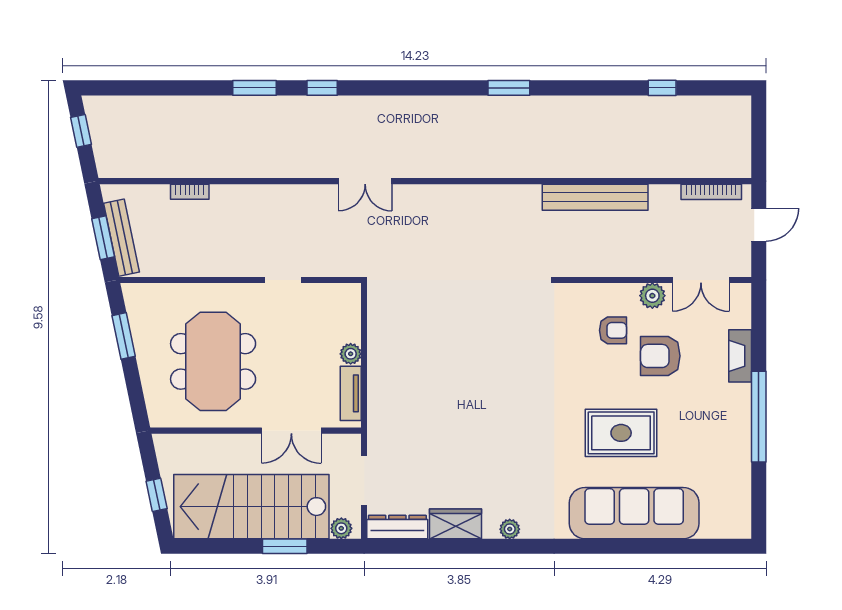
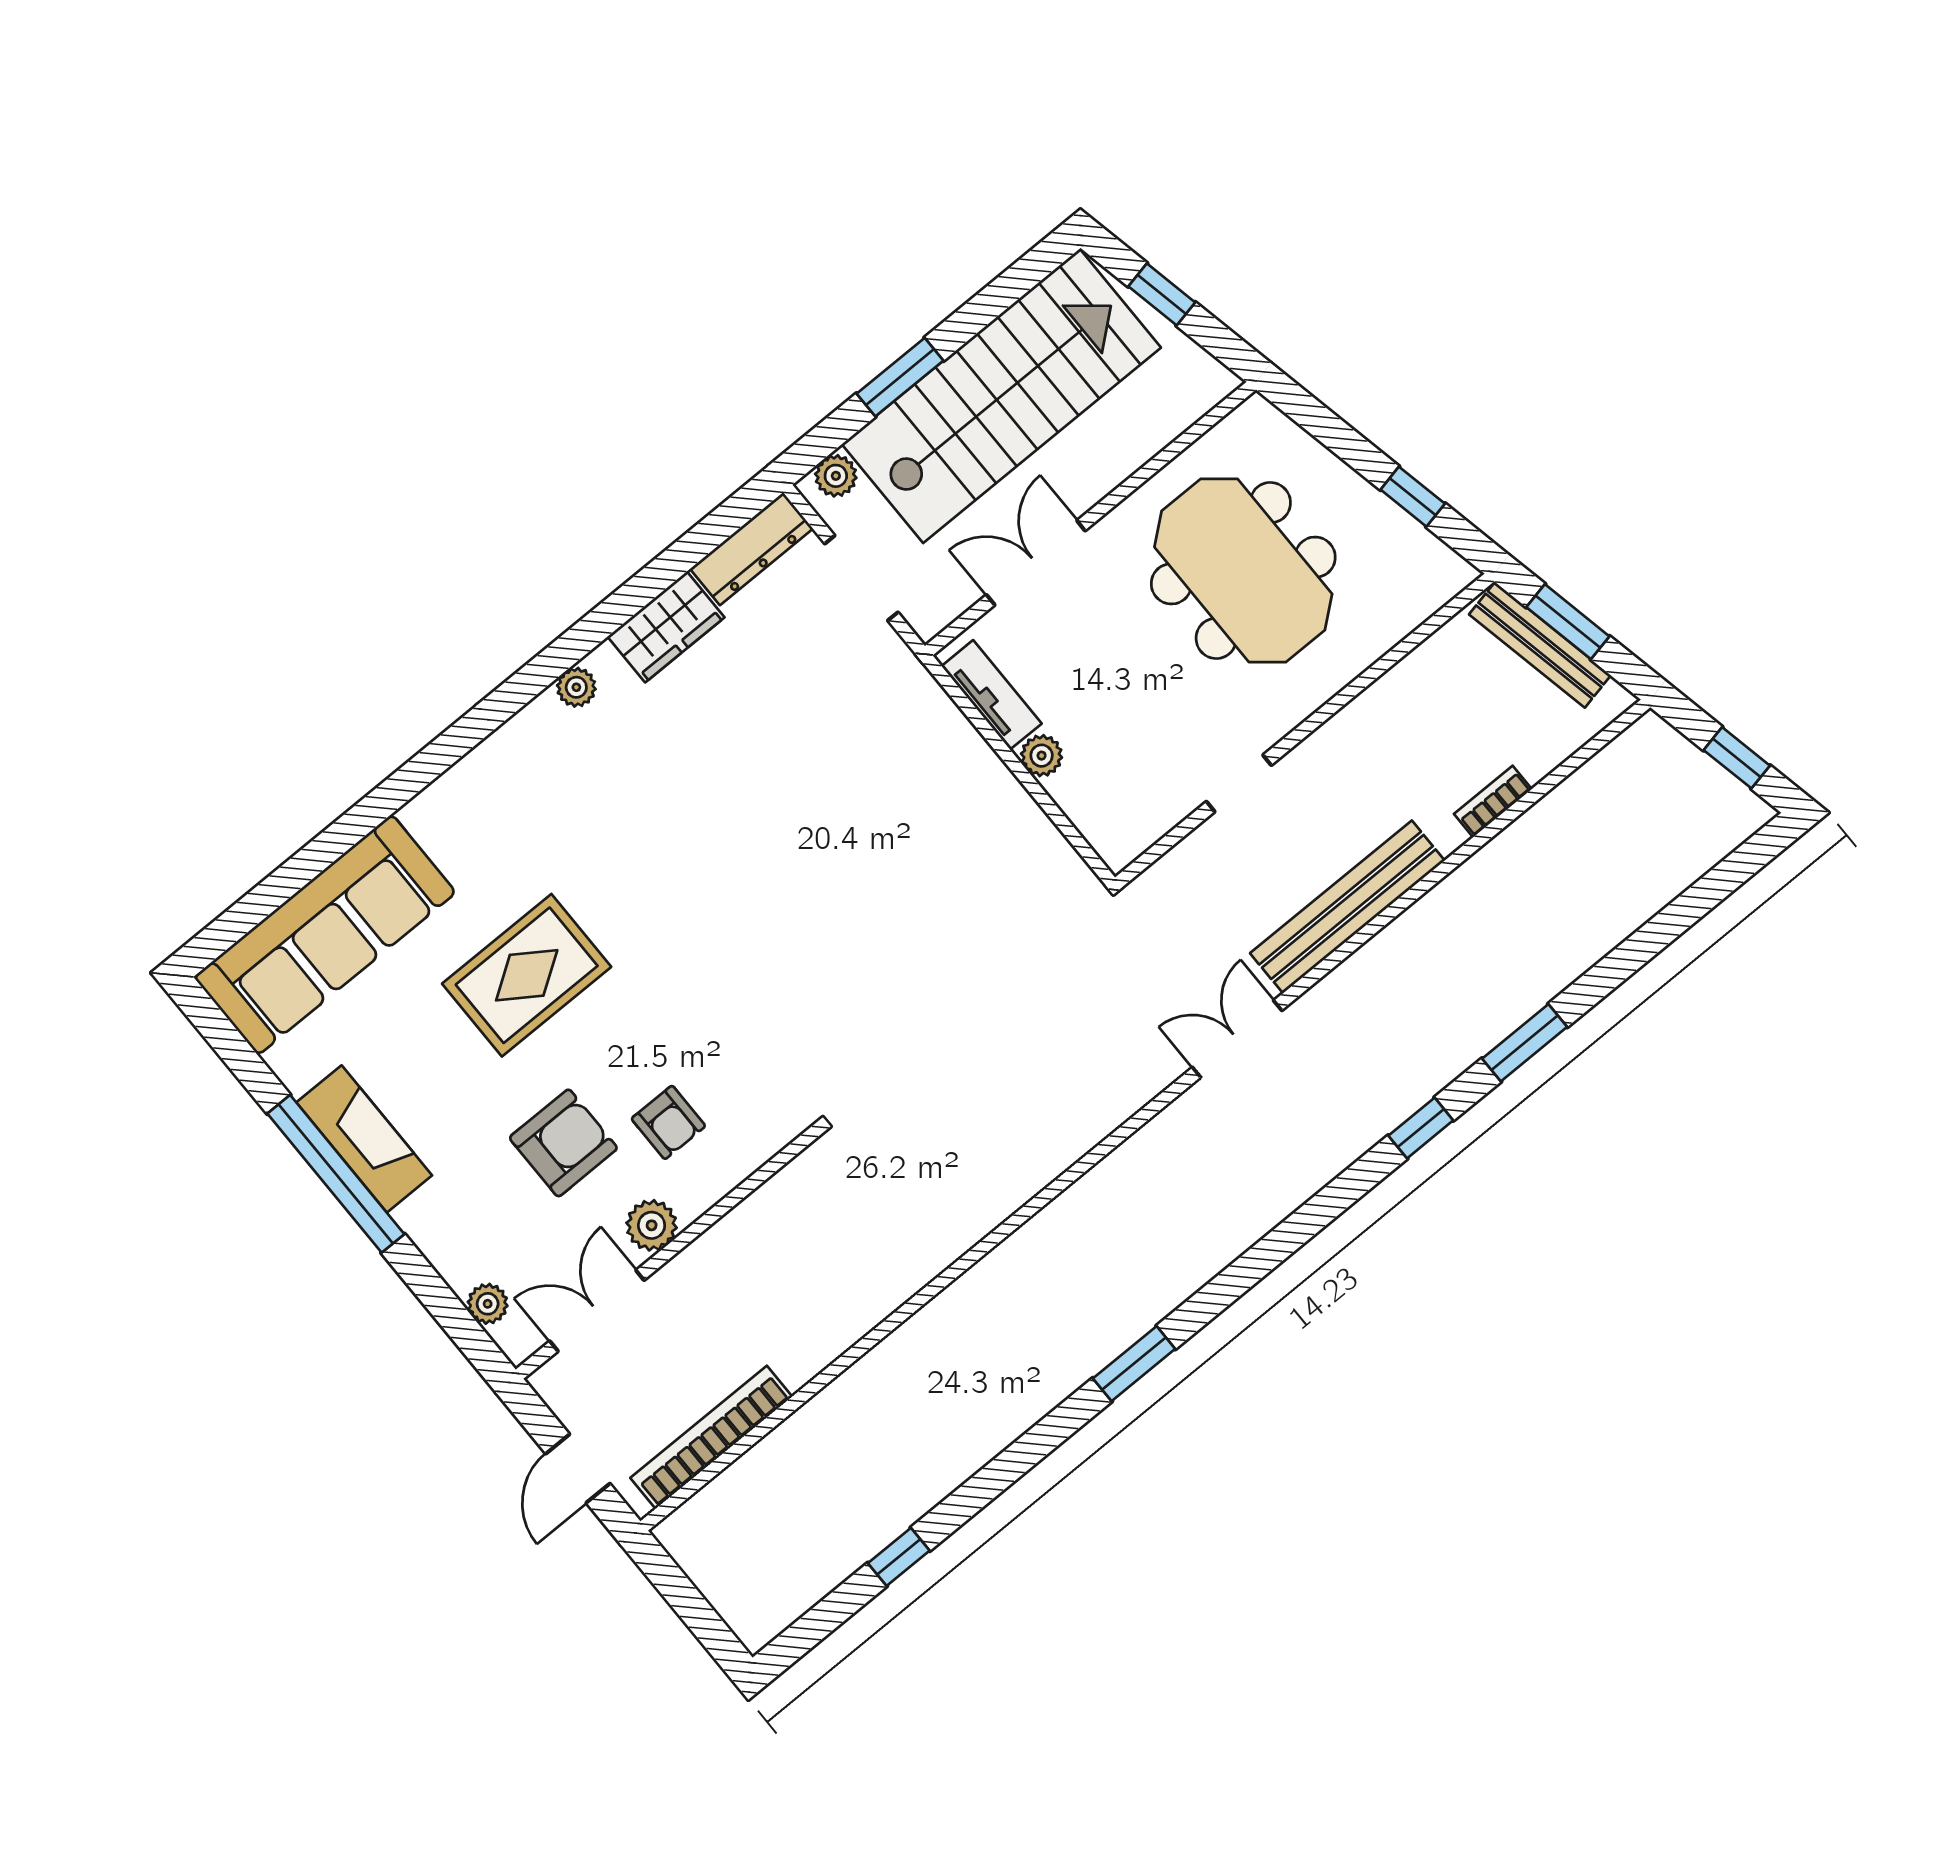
bookcase: (711, 192) -> (711, 1437), width x1.48, depth x1.31
bench: (595, 197) -> (1347, 907), moved
plant: (741, 318) -> (488, 1304), added
armchair: (613, 330) -> (668, 1122), turned -90
window: (124, 336) -> (1413, 497), width x0.67
fireplace: (740, 356) -> (364, 1139), moved, width x1.37, depth x1.32
sofa: (634, 513) -> (325, 935), moved

